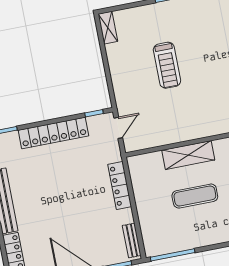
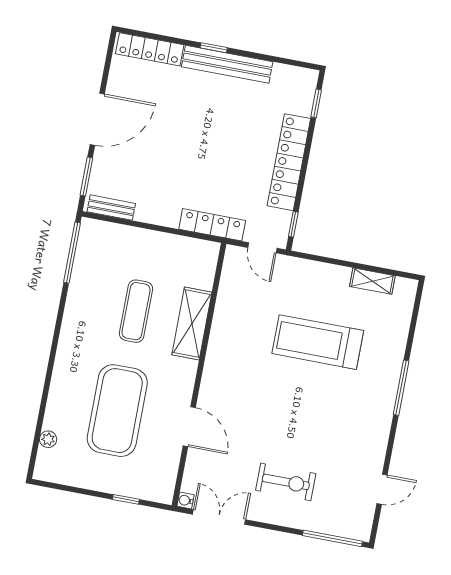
shelving: (108, 28) -> (372, 281), moved
treadmill: (167, 65) -> (318, 342), width x1.37, depth x1.38
locker: (120, 185) -> (212, 225), moved

